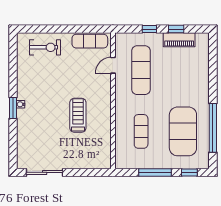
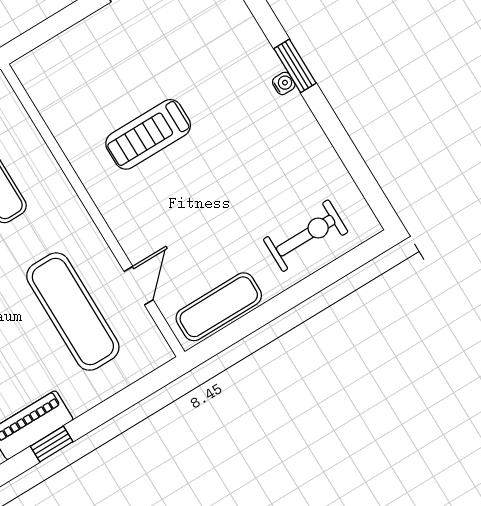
window: (149, 29) -> (108, 409), removed
exercise bike: (45, 47) -> (306, 236), turned 180
treadmill: (78, 115) -> (148, 134), turned 90

